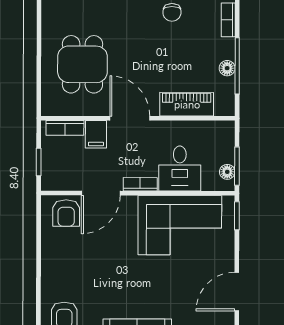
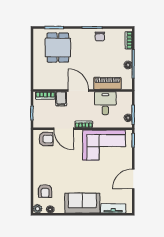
dining table: (82, 64) -> (58, 48), moved
desk: (180, 168) -> (105, 103), moved, turned 180
door: (101, 193) -> (64, 129), hinge flipped
armchair: (66, 213) -> (46, 139), turned -90

